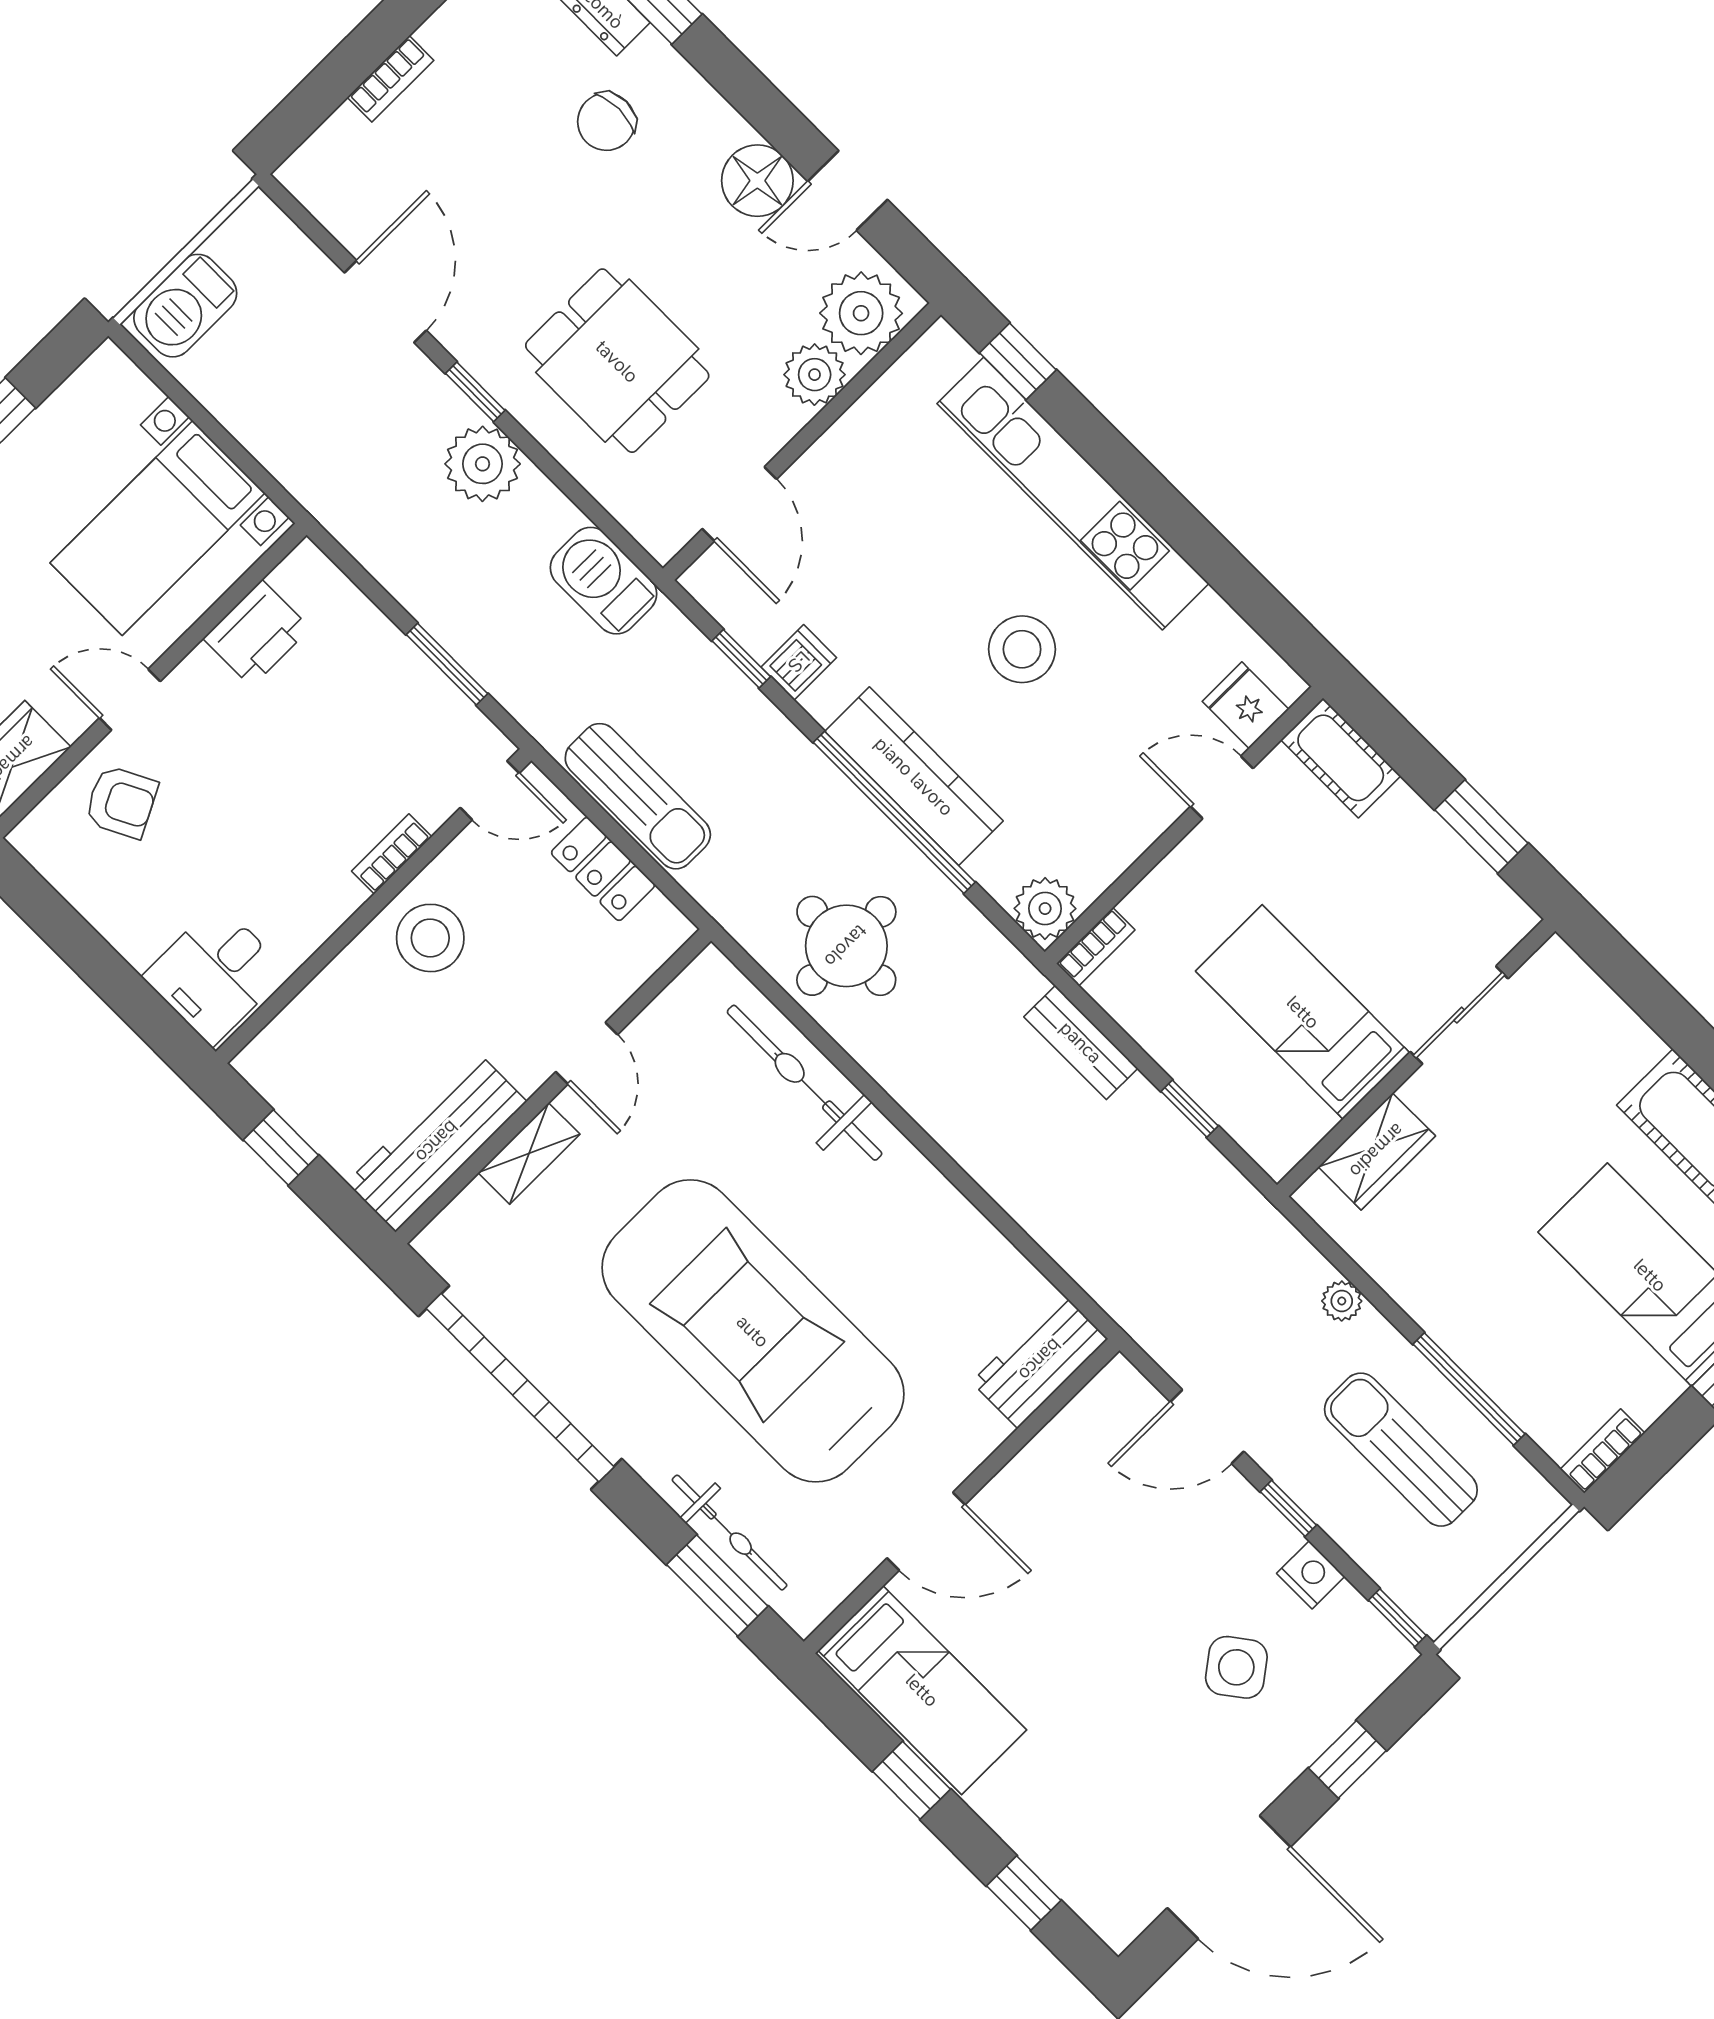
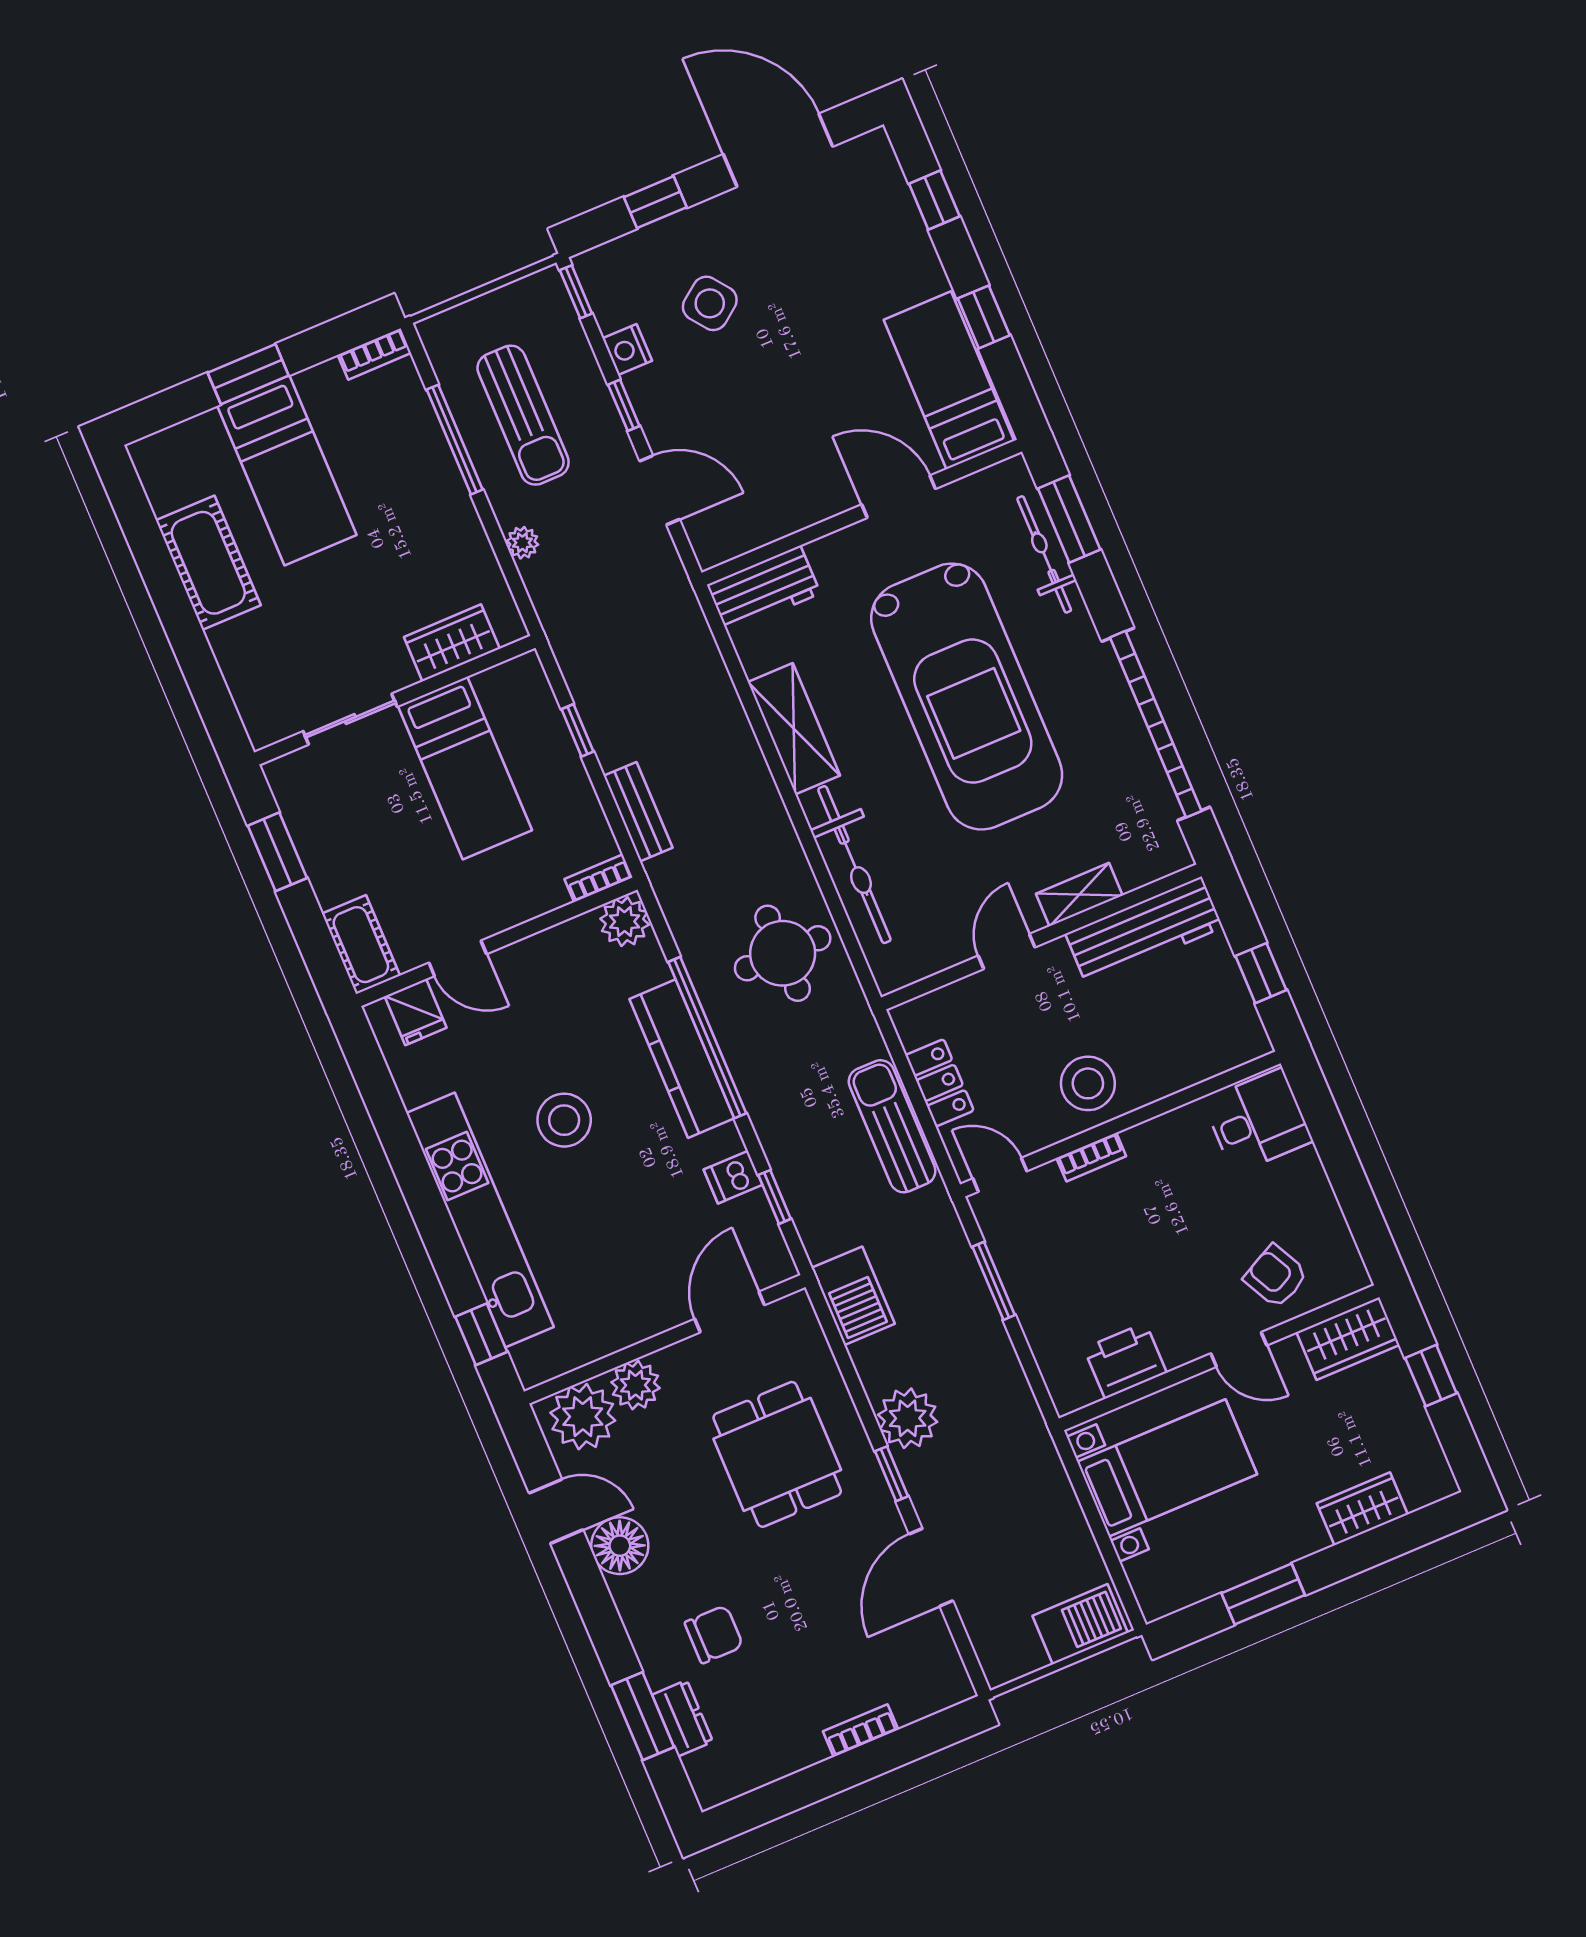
shelving: (939, 1212) -> (794, 729), added

